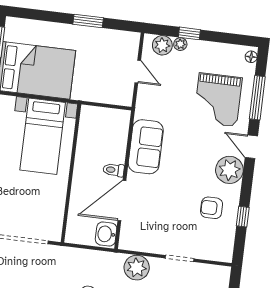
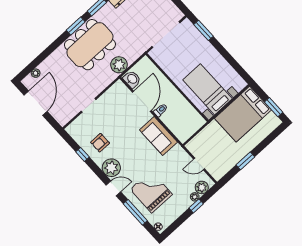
armchair: (212, 208) -> (100, 143), turned 180
plant: (137, 268) -> (119, 65), moved

